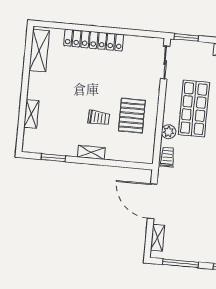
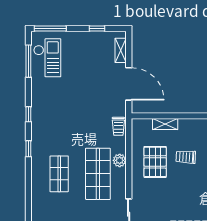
plant: (169, 132) -> (120, 160), moved
shelving: (91, 152) -> (165, 124), moved
window: (181, 263) -> (97, 28), width x0.46

